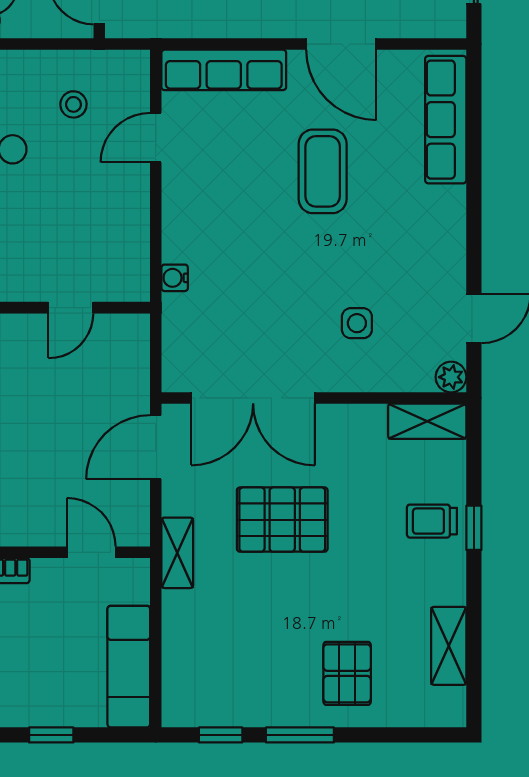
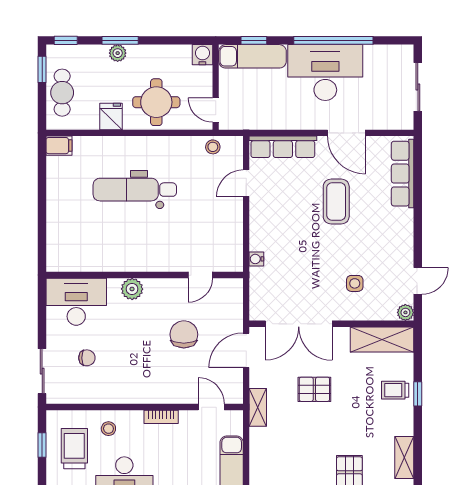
stool: (73, 104) -> (213, 147), moved
chair: (40, 418) -> (184, 334), added
shelving: (427, 421) -> (382, 339), width x1.50, depth x1.33
pallet: (282, 520) -> (314, 389), width x0.67, depth x0.71

